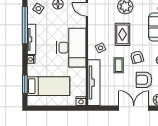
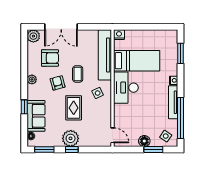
desk: (71, 48) -> (126, 88), width x0.73, depth x0.77
bed: (48, 86) -> (137, 61), moved, turned 180

